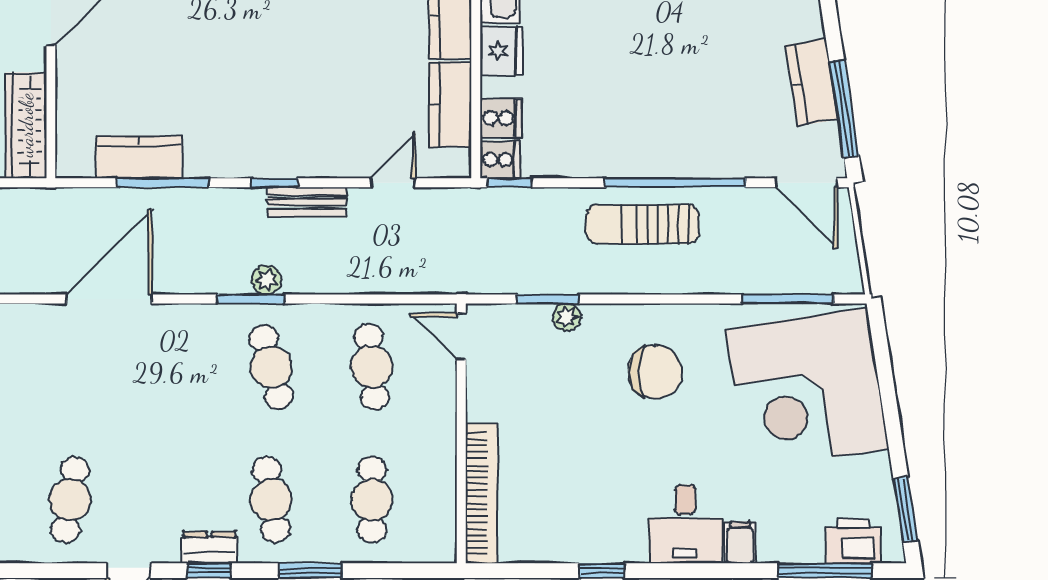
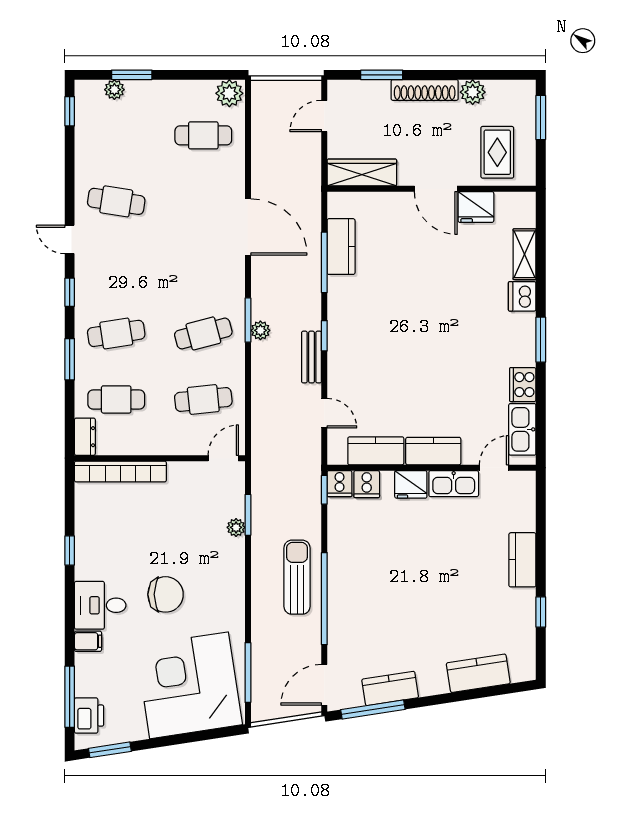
chair: (655, 372) -> (166, 594), moved, turned -90
dresser: (210, 547) -> (85, 437), moved

